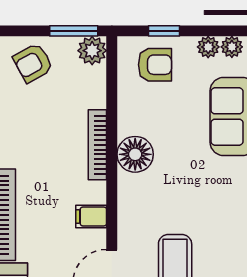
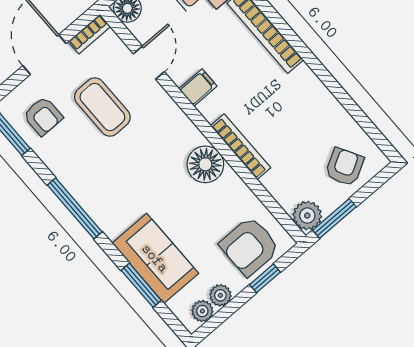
armchair: (155, 65) -> (250, 246), width x1.38, depth x1.38

